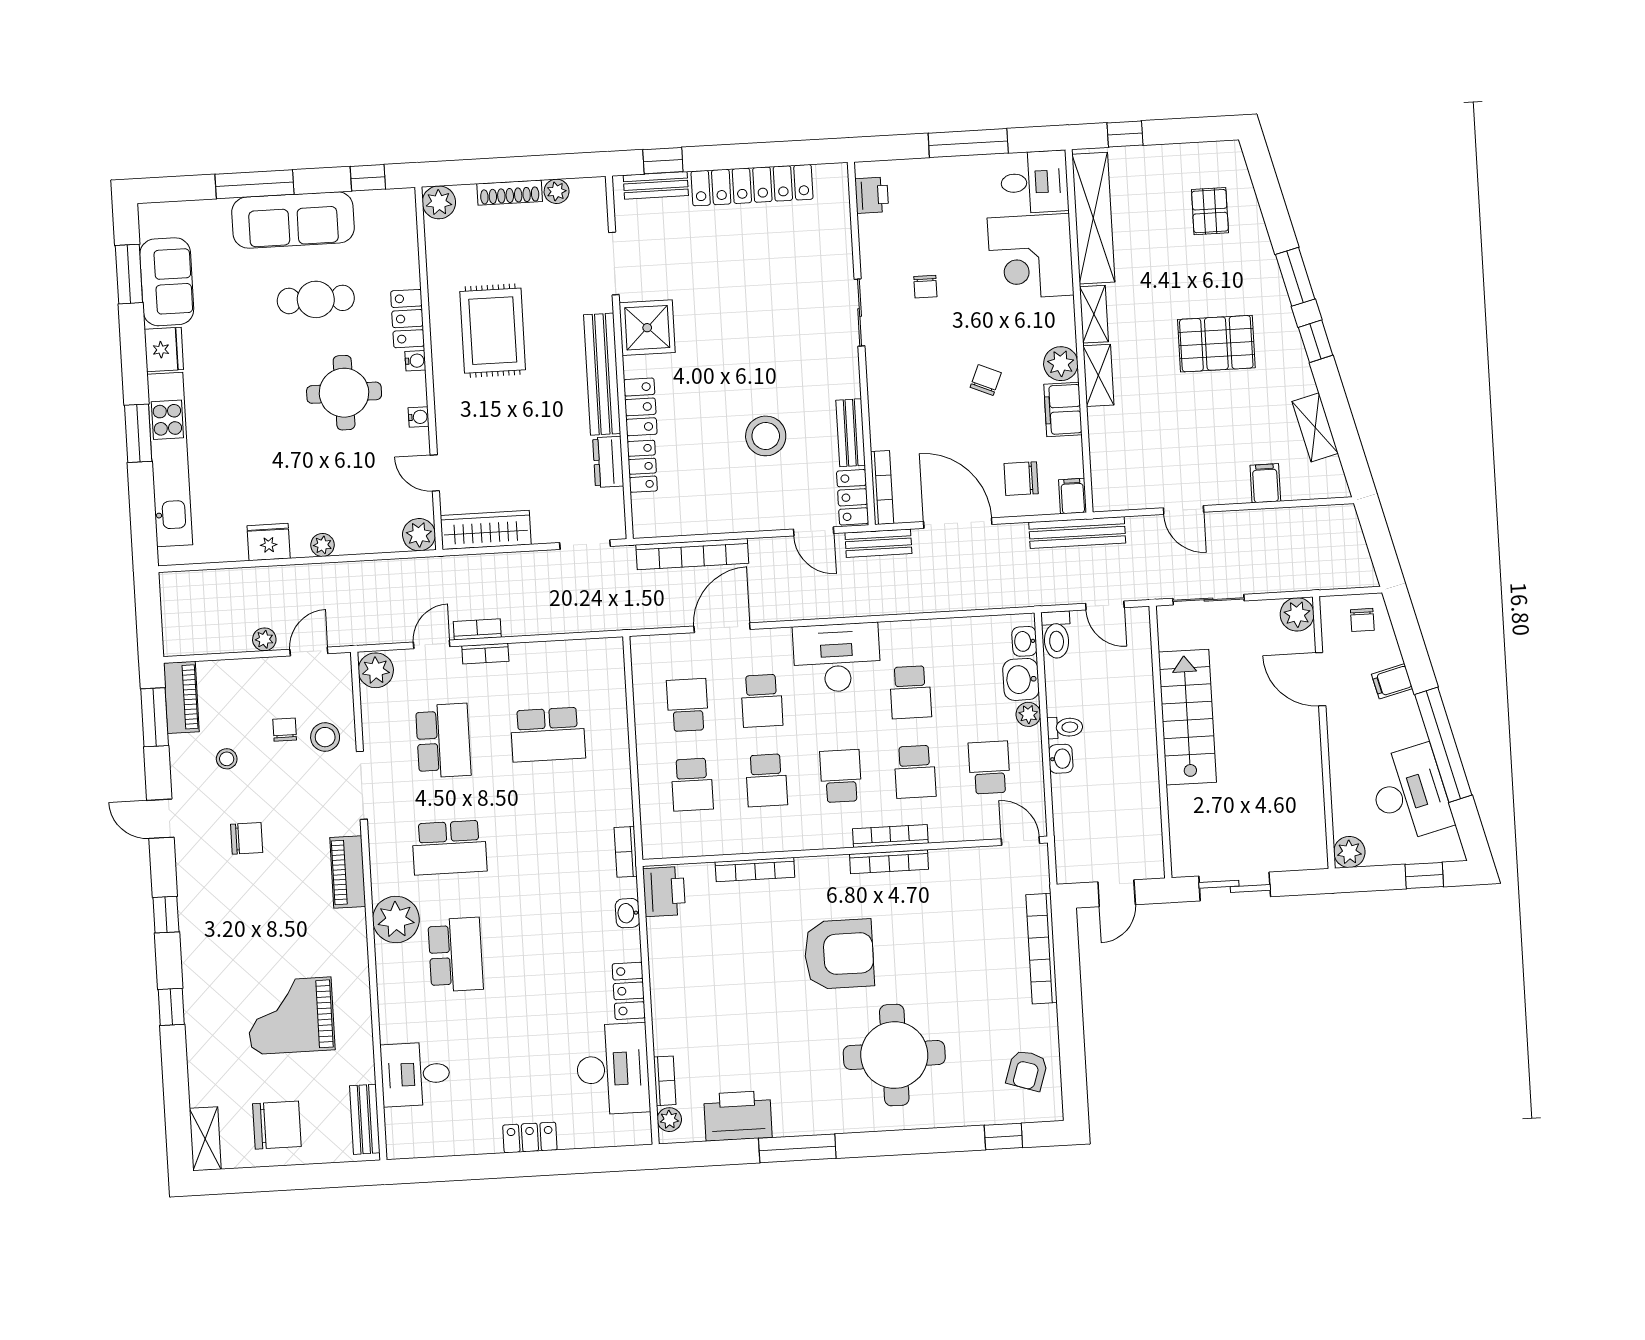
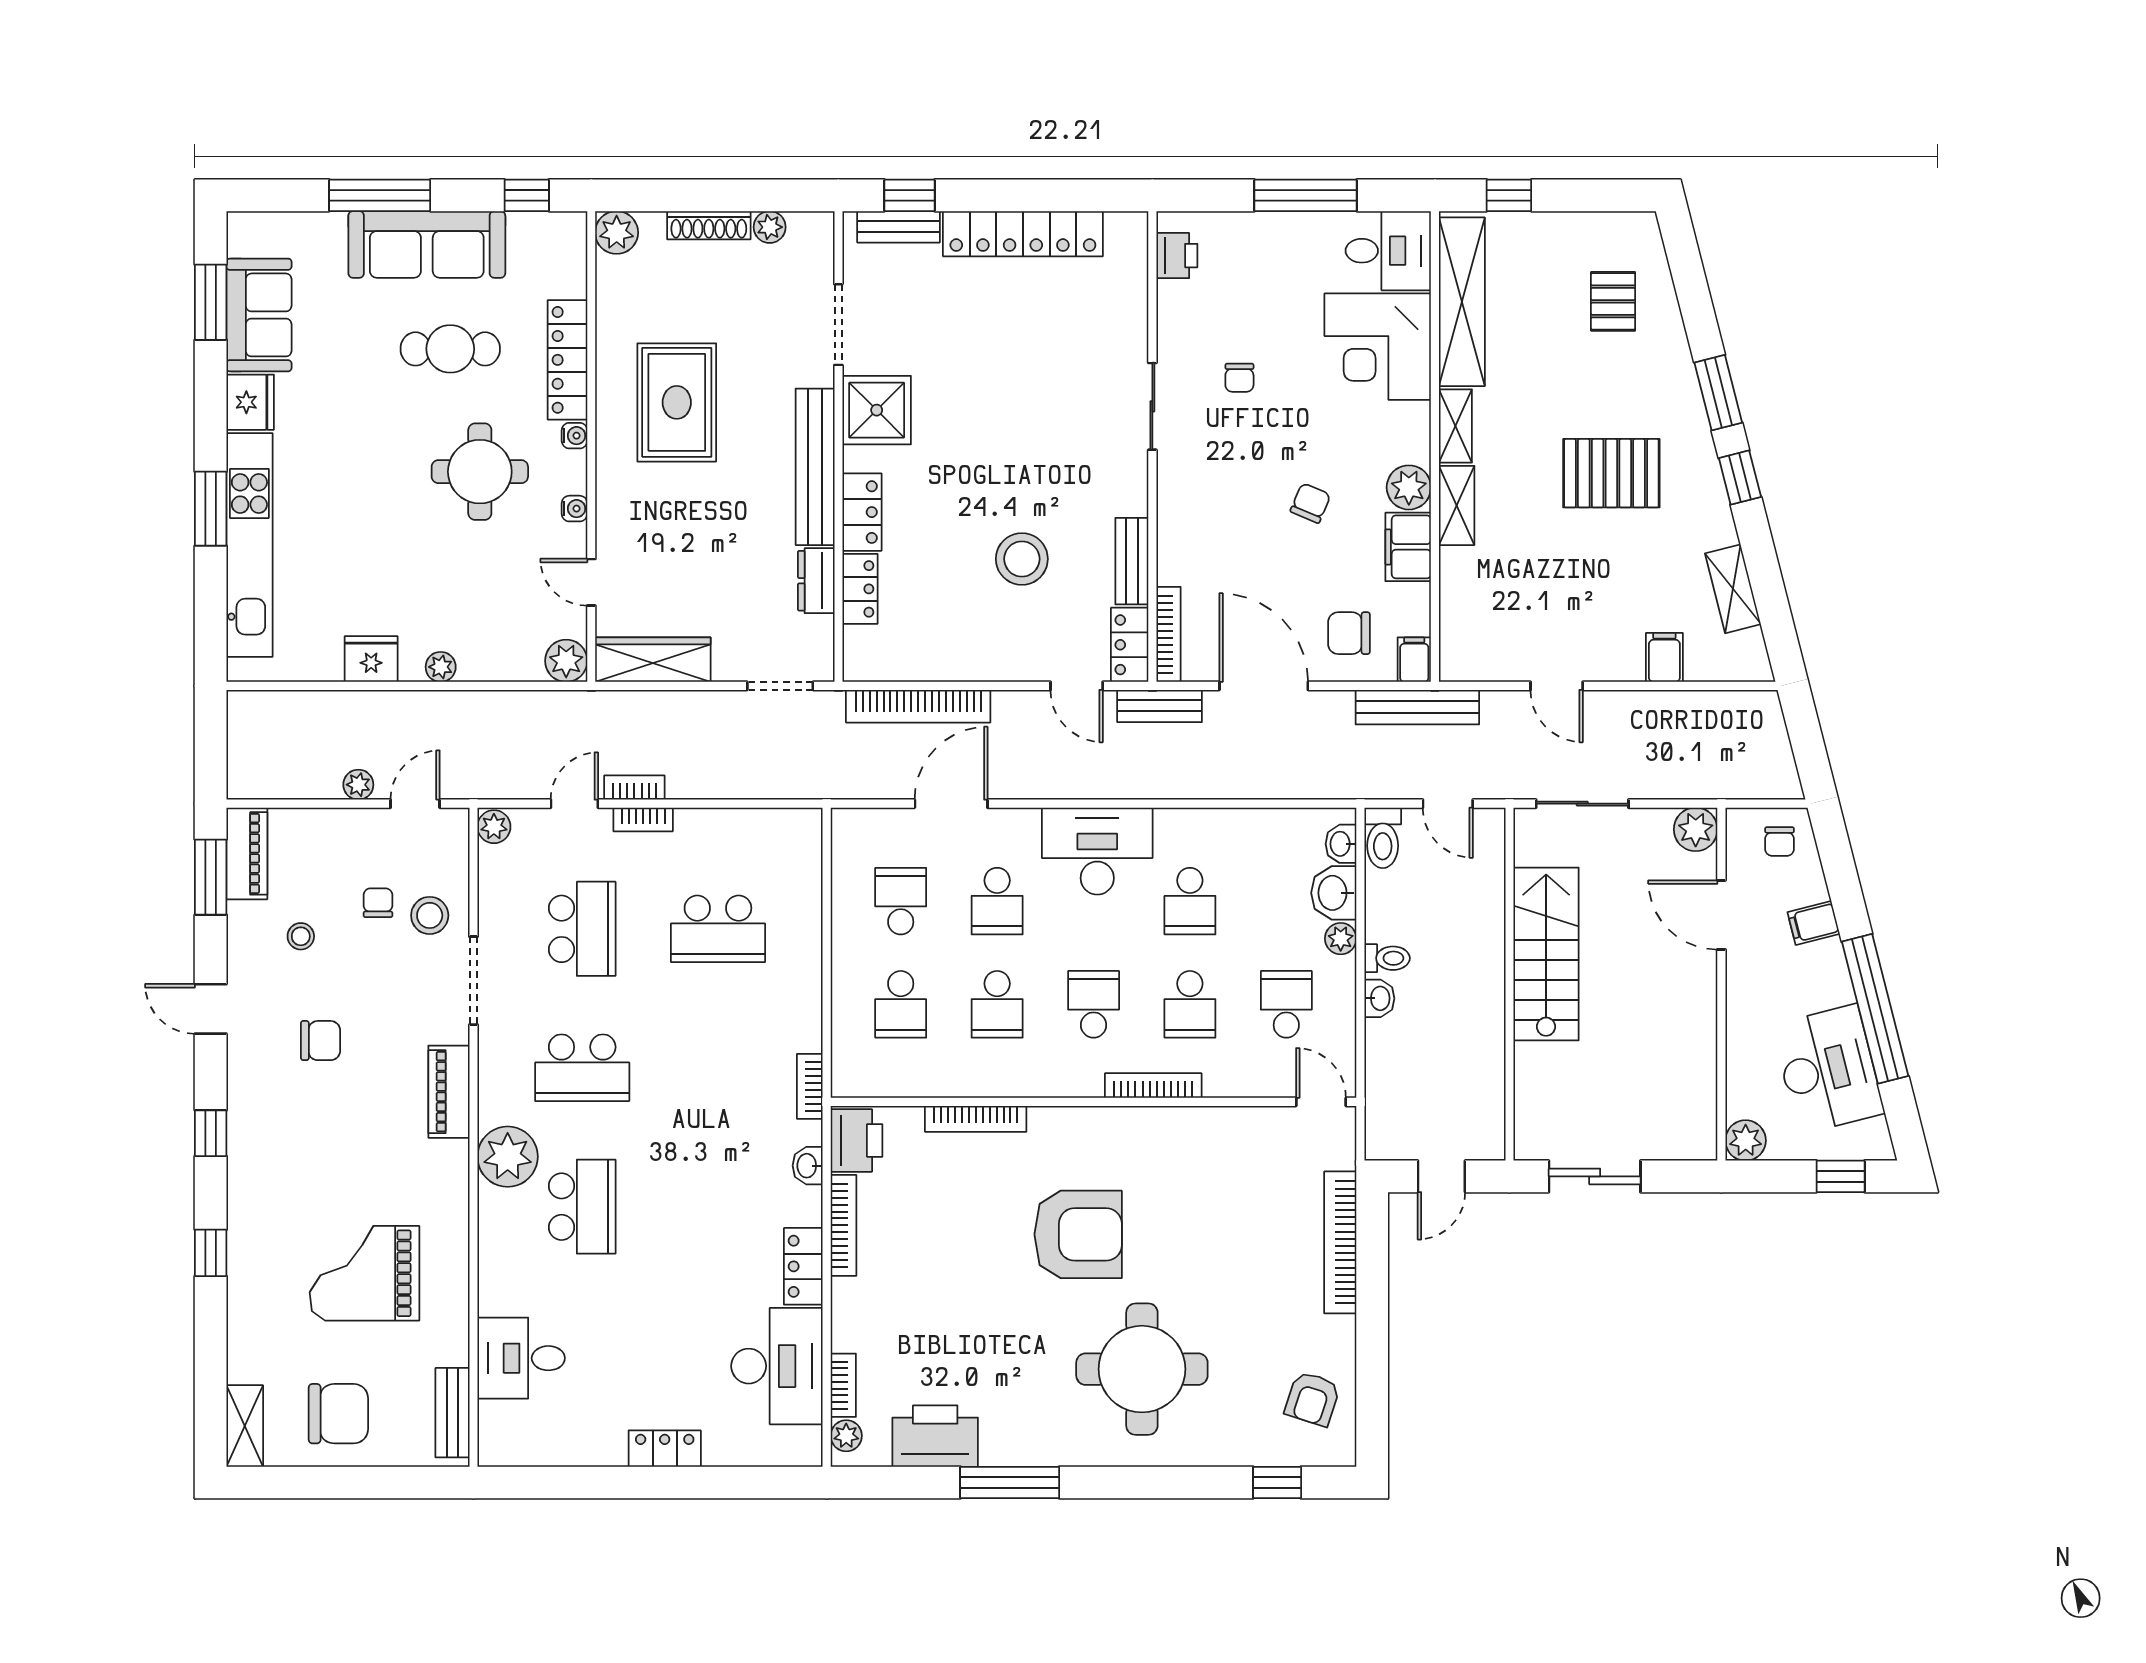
locker: (408, 319) -> (568, 360), width x1.53
plant: (376, 670) -> (494, 827), width x0.73, depth x0.73
bookcase: (889, 862) -> (843, 1225), moved, turned -90

